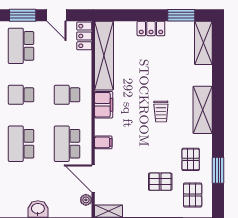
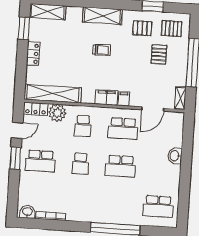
filing cabinet: (104, 105) -> (107, 97), moved
plant: (86, 200) -> (57, 113), moved, width x1.87, depth x1.87

